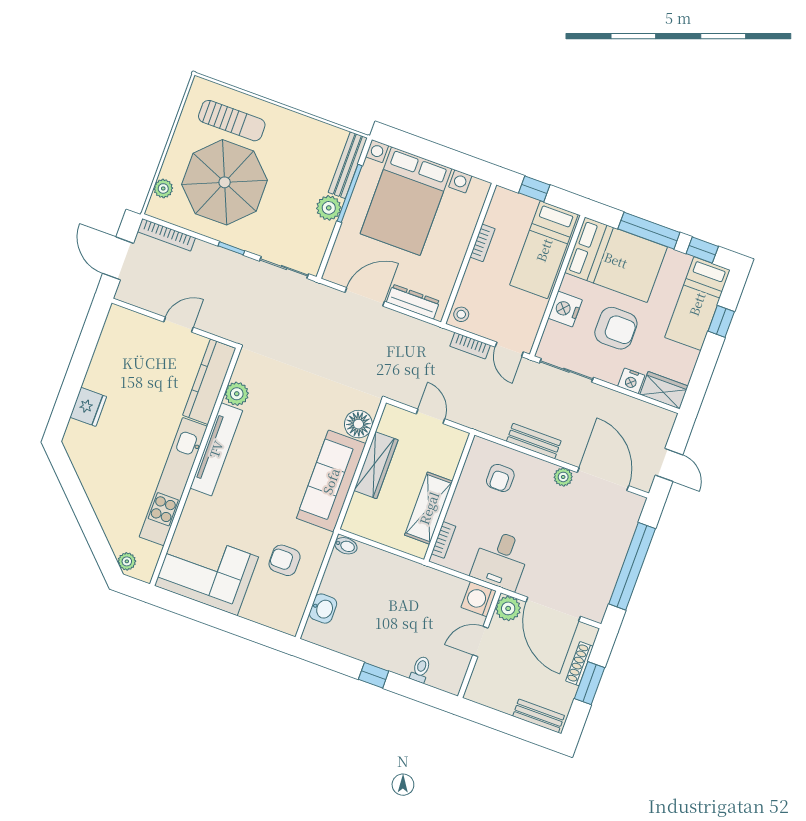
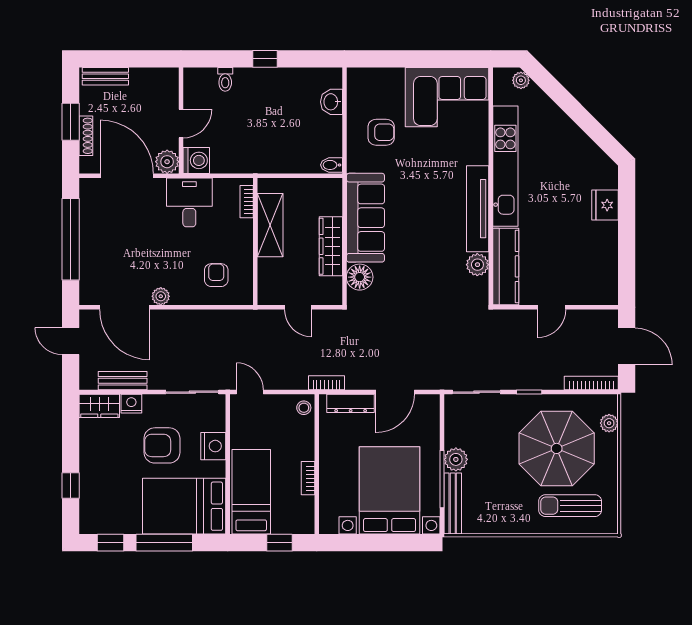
bed: (697, 304) -> (98, 494), removed
bookcase: (470, 346) -> (326, 383), moved
bench: (534, 441) -> (123, 381), moved

